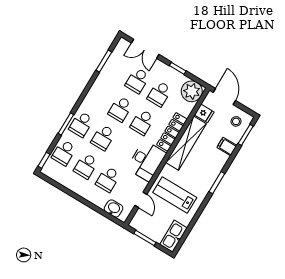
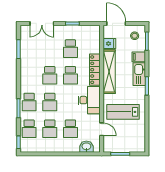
school desk: (137, 81) -> (50, 49), removed
plant: (192, 91) -> (92, 33), removed
kitchen sink: (173, 236) -> (139, 74), moved

